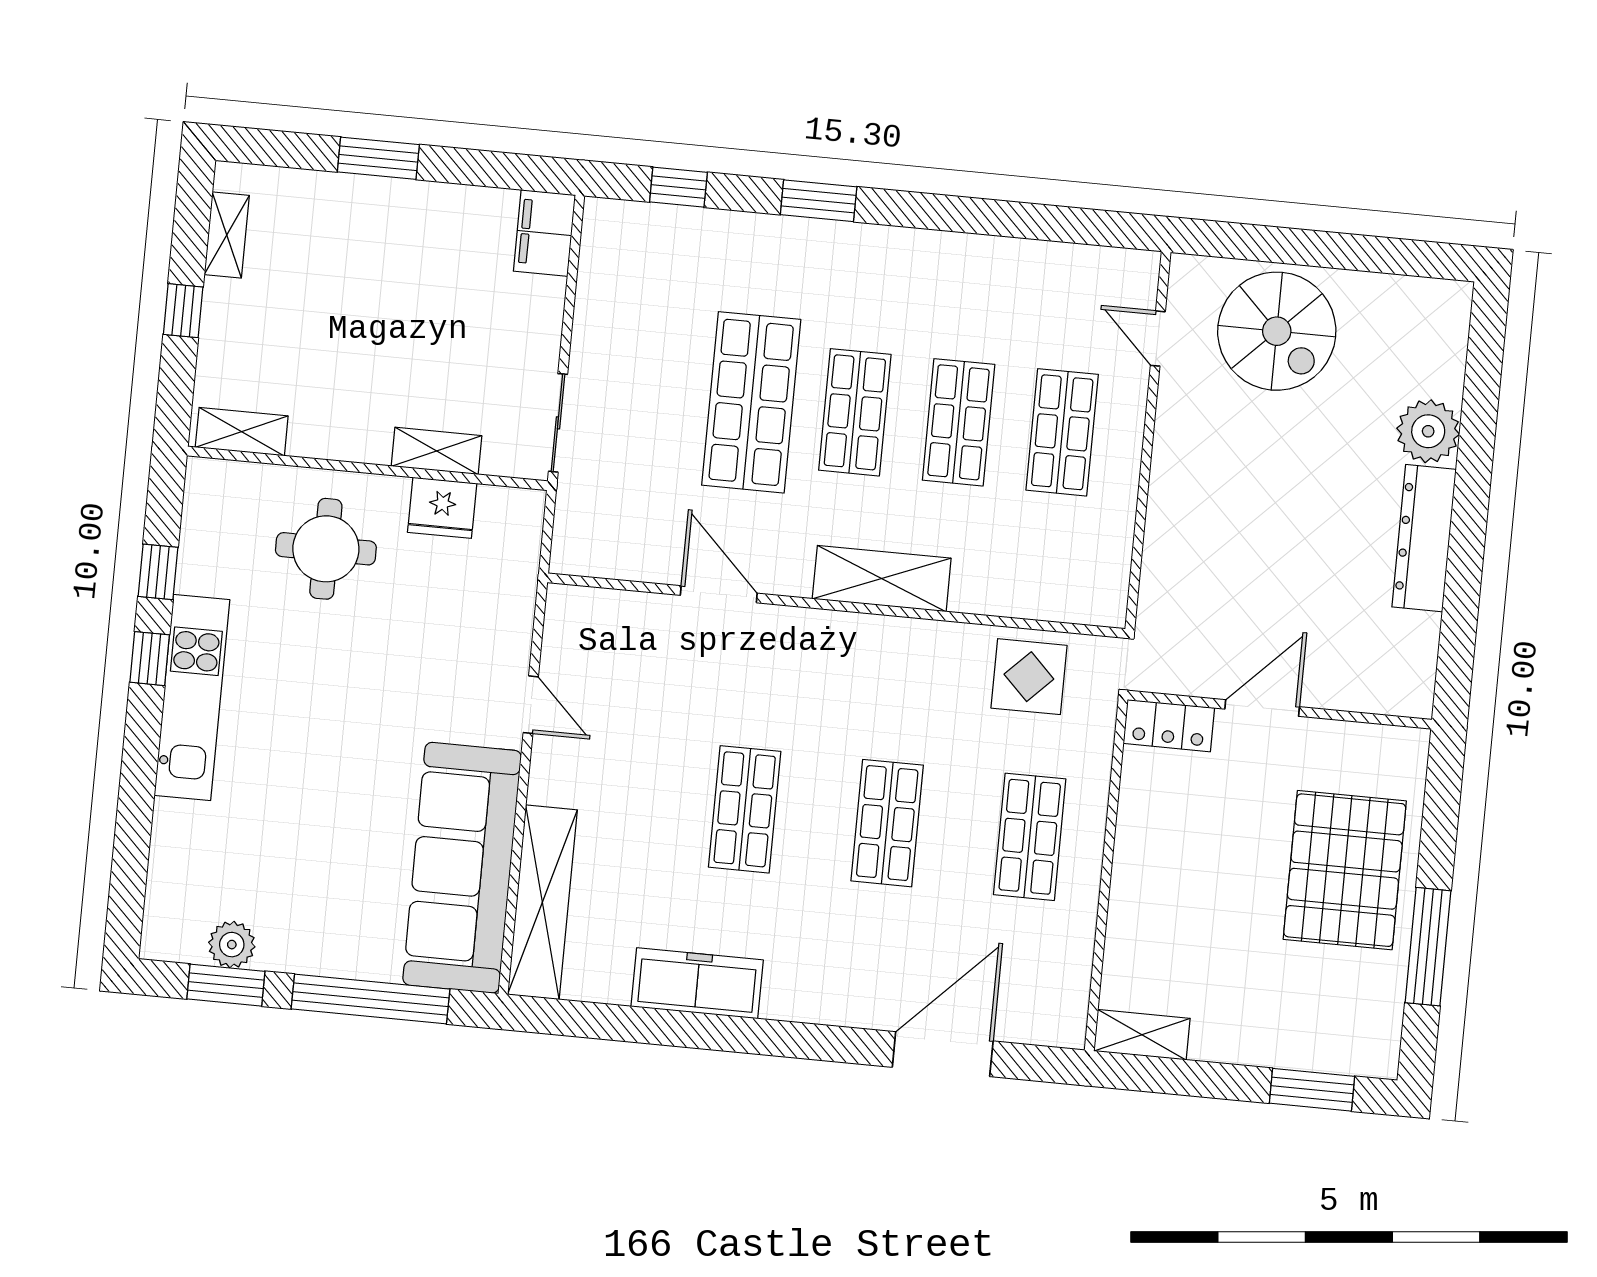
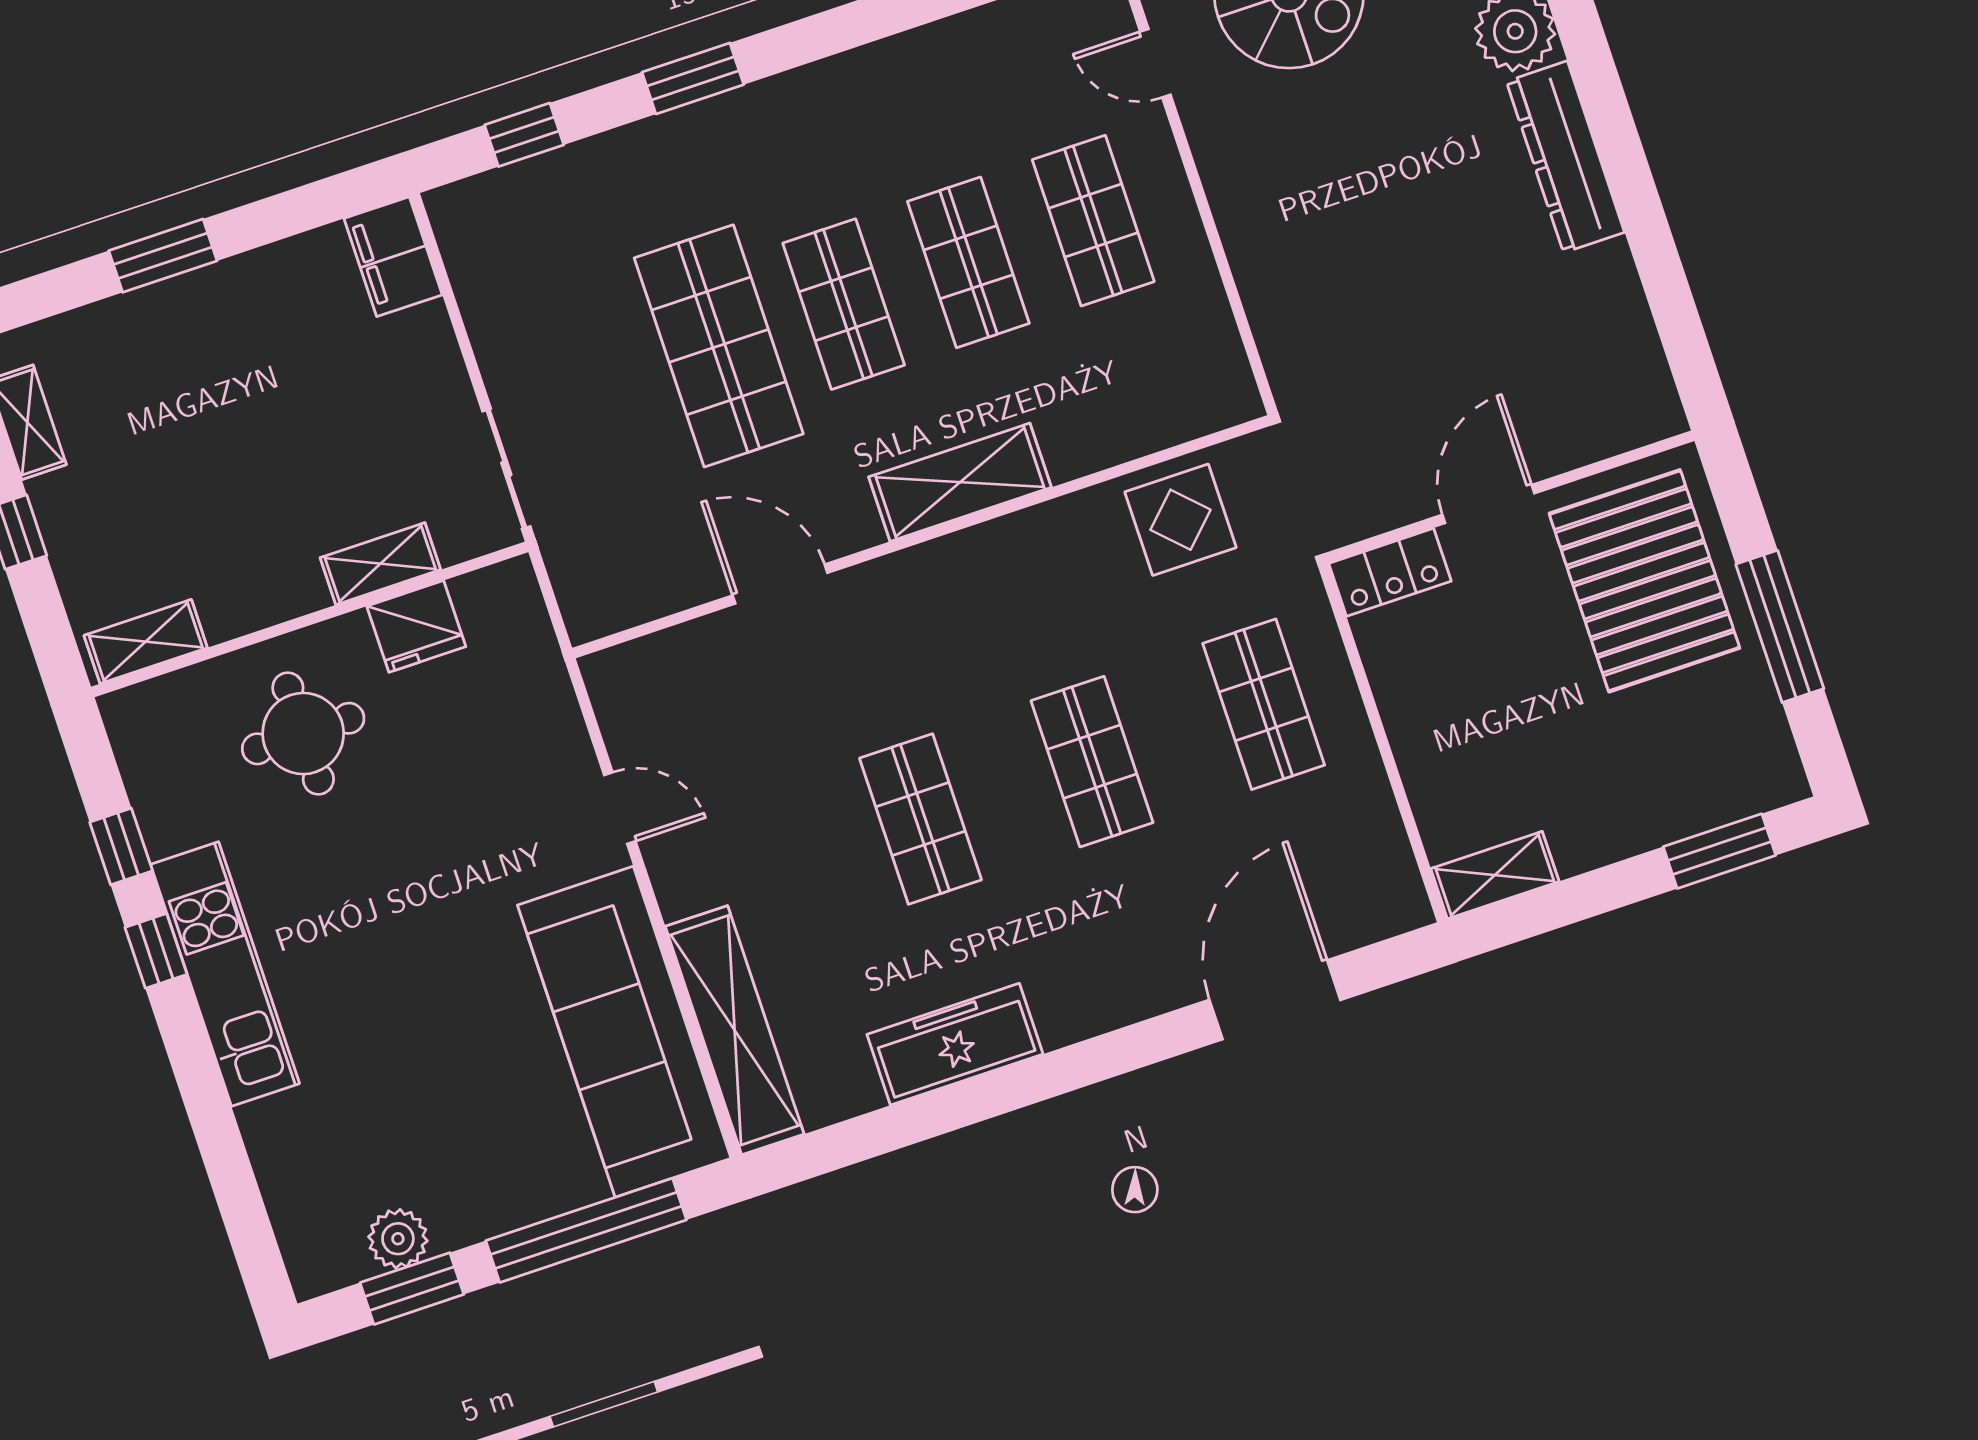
door: (1262, 708) -> (1488, 504), moved
wall: (1280, 710) -> (1510, 497), moved
locker: (1169, 726) -> (1390, 572), moved

